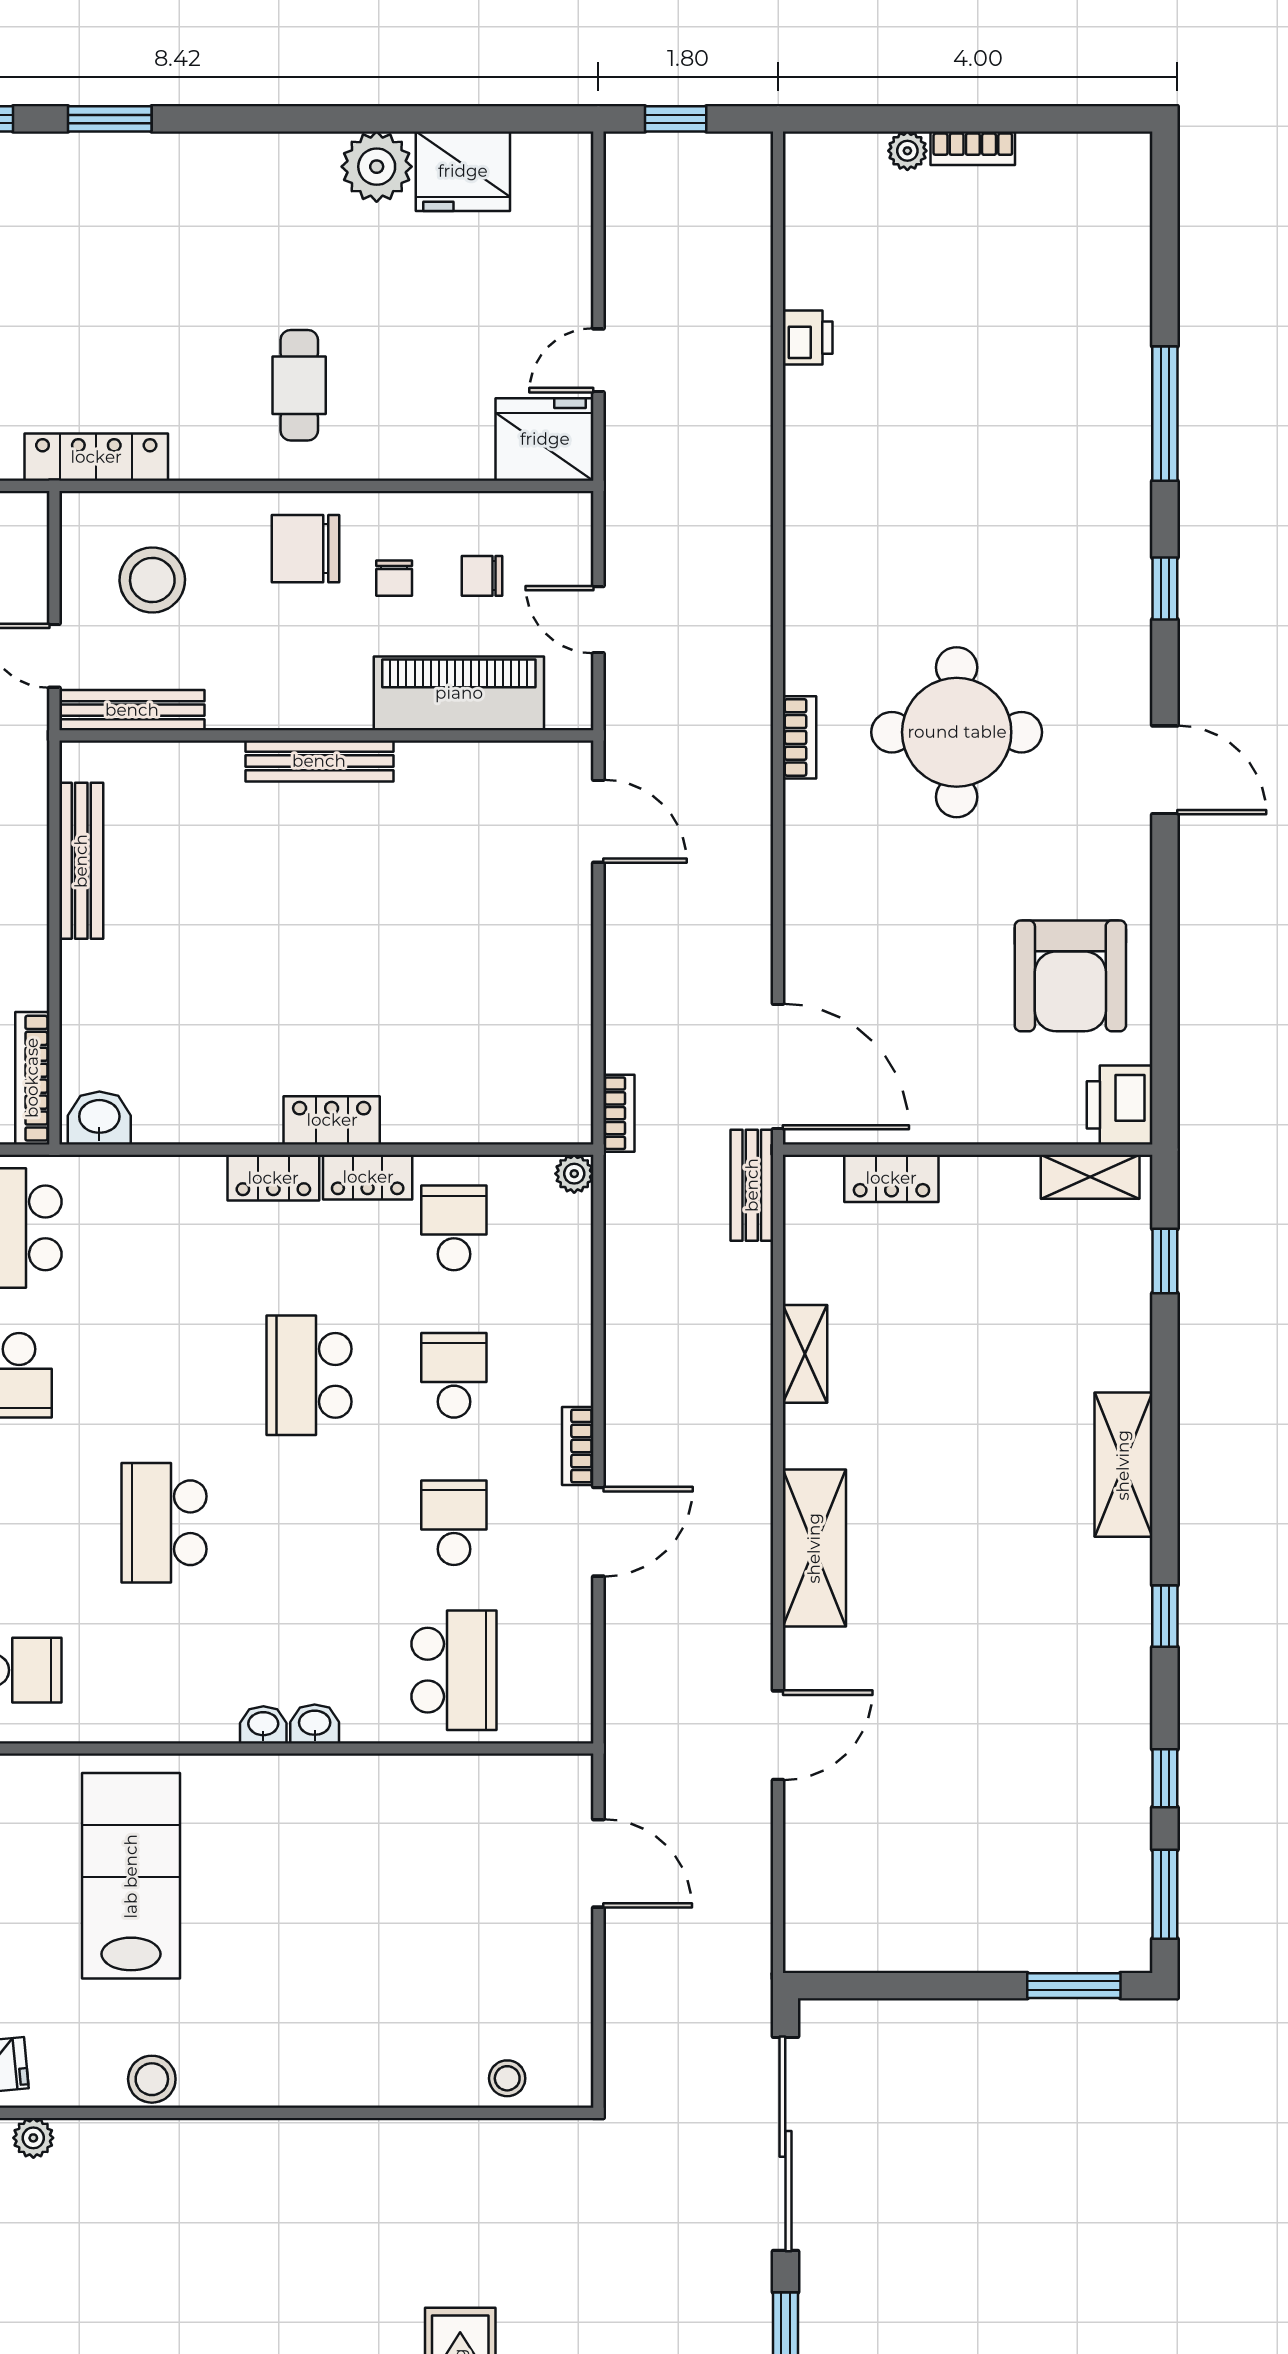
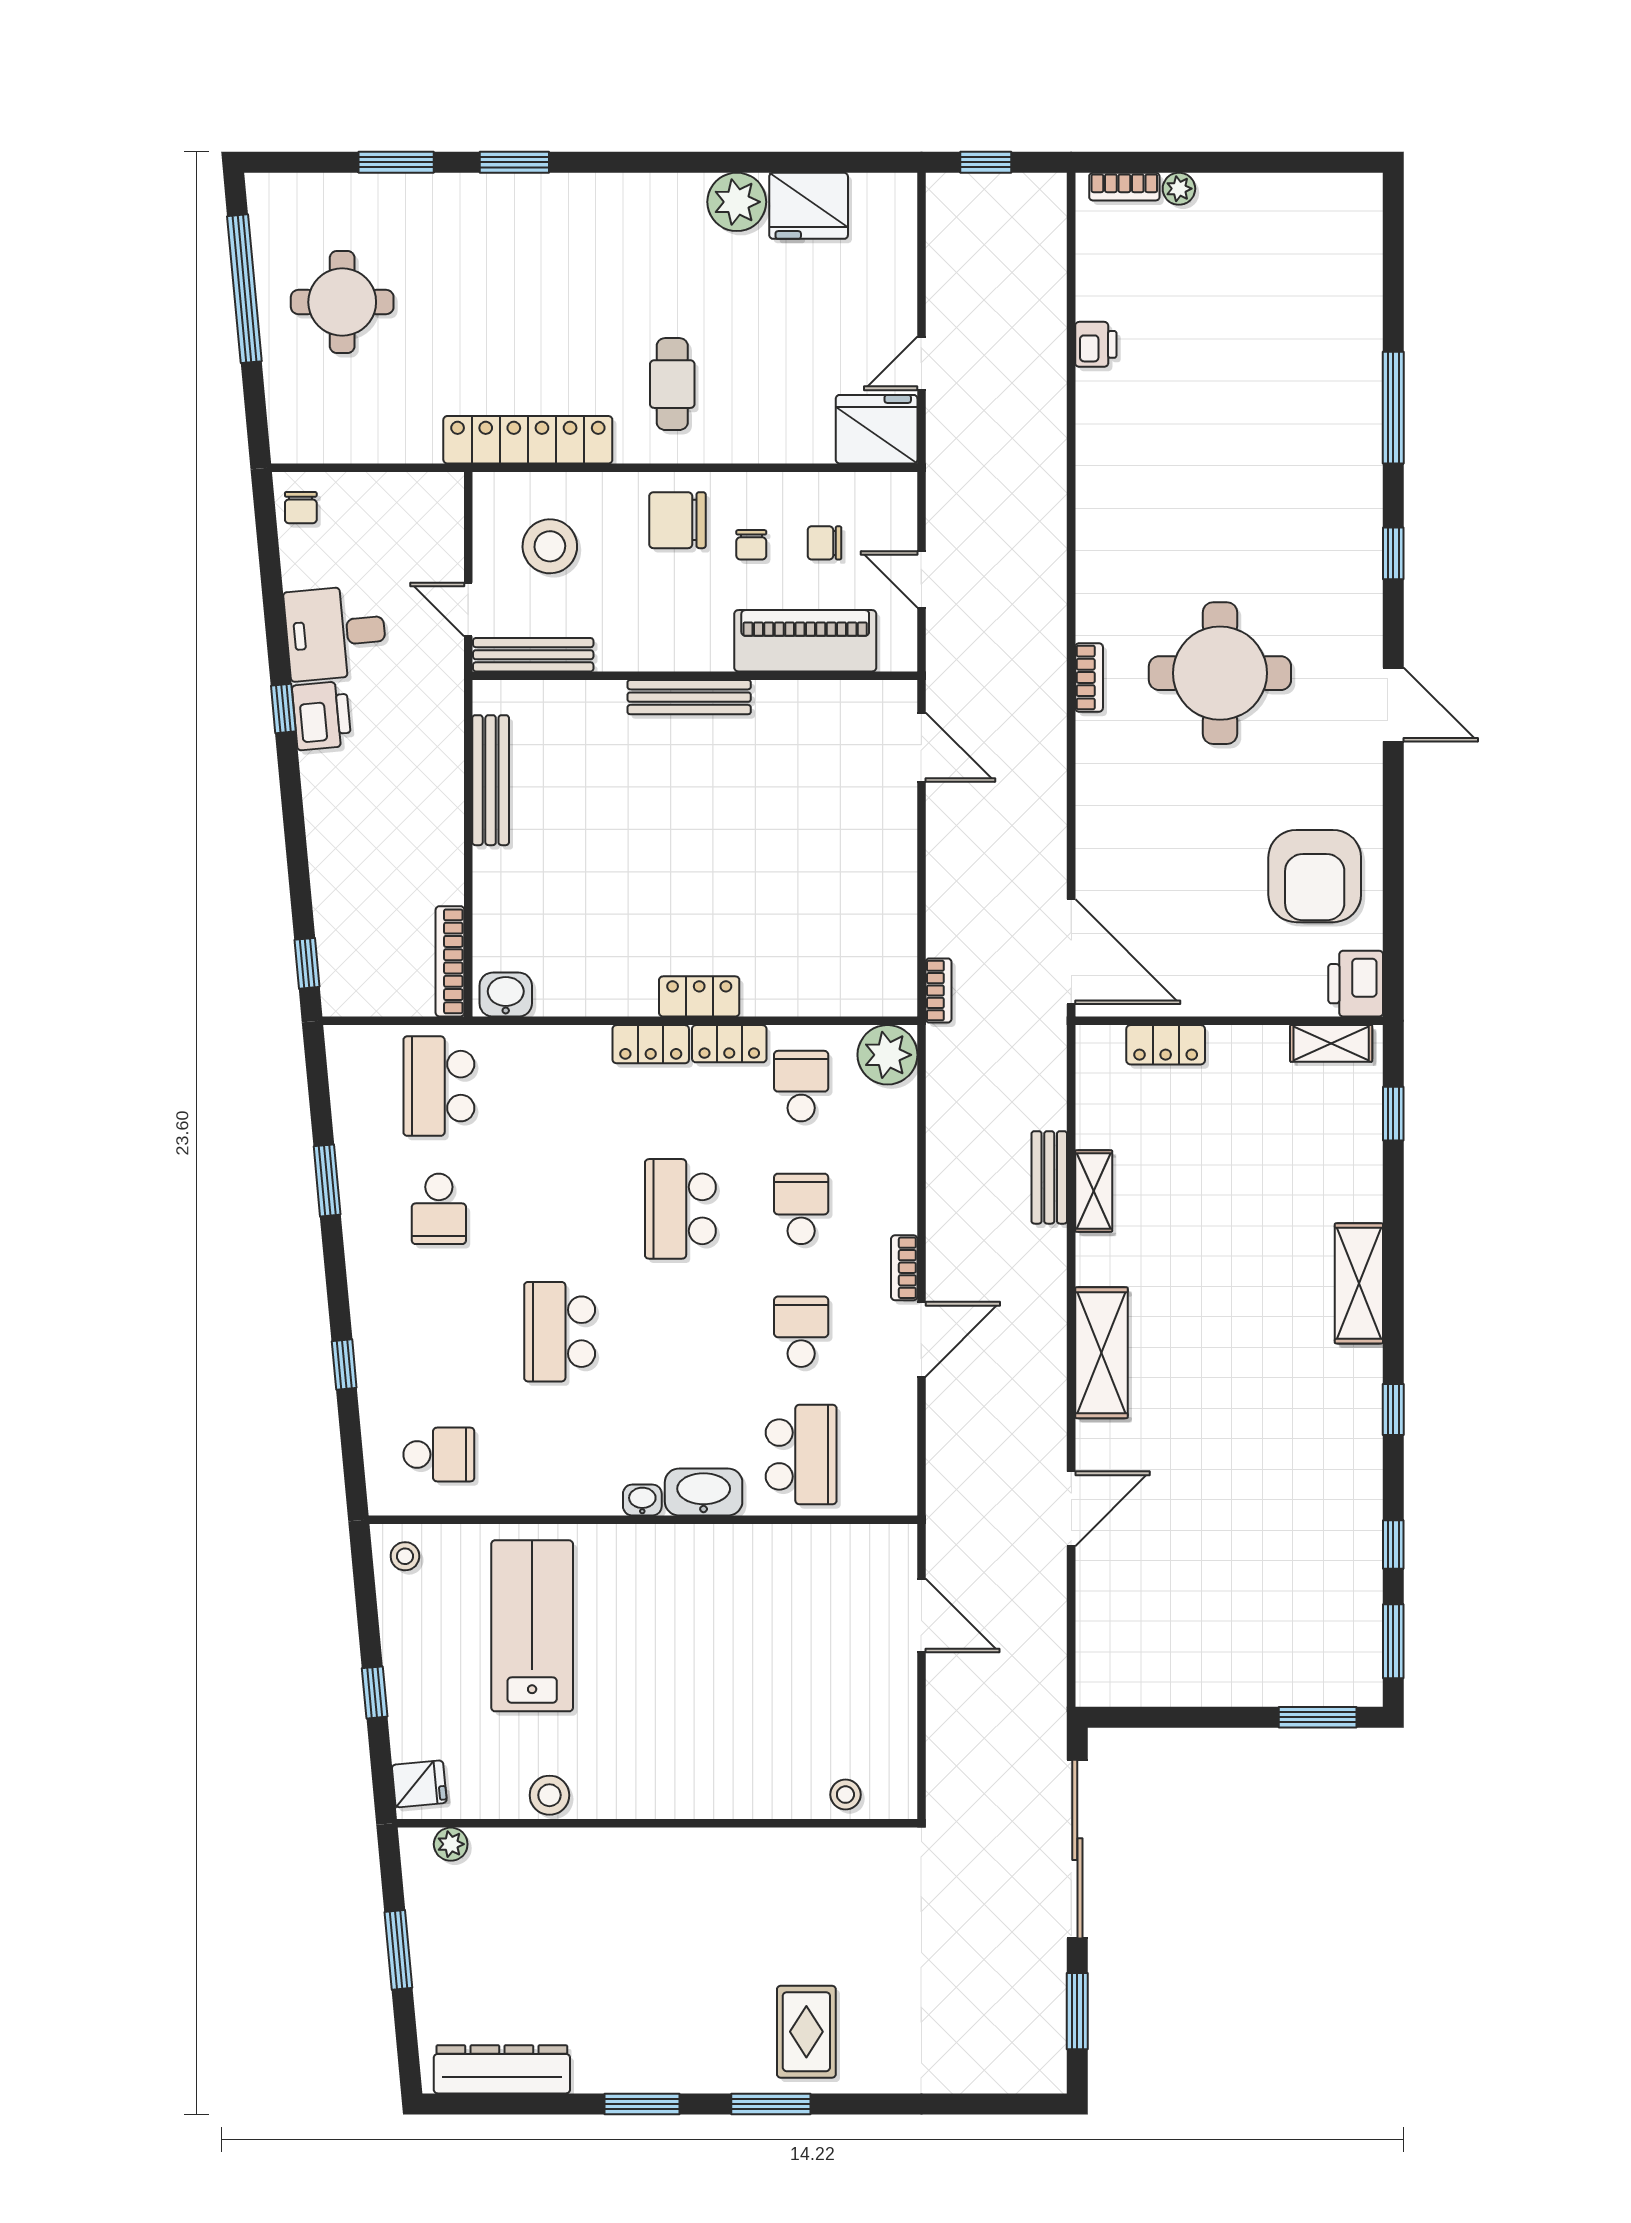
bookcase: (973, 148) -> (1124, 187), moved
locker: (96, 457) -> (528, 440), width x1.41, depth x1.21
plant: (574, 1174) -> (887, 1055), width x1.87, depth x1.87
bench: (752, 1185) -> (1049, 1177), moved
washbasin: (315, 1724) -> (704, 1492), width x1.91, depth x1.45

